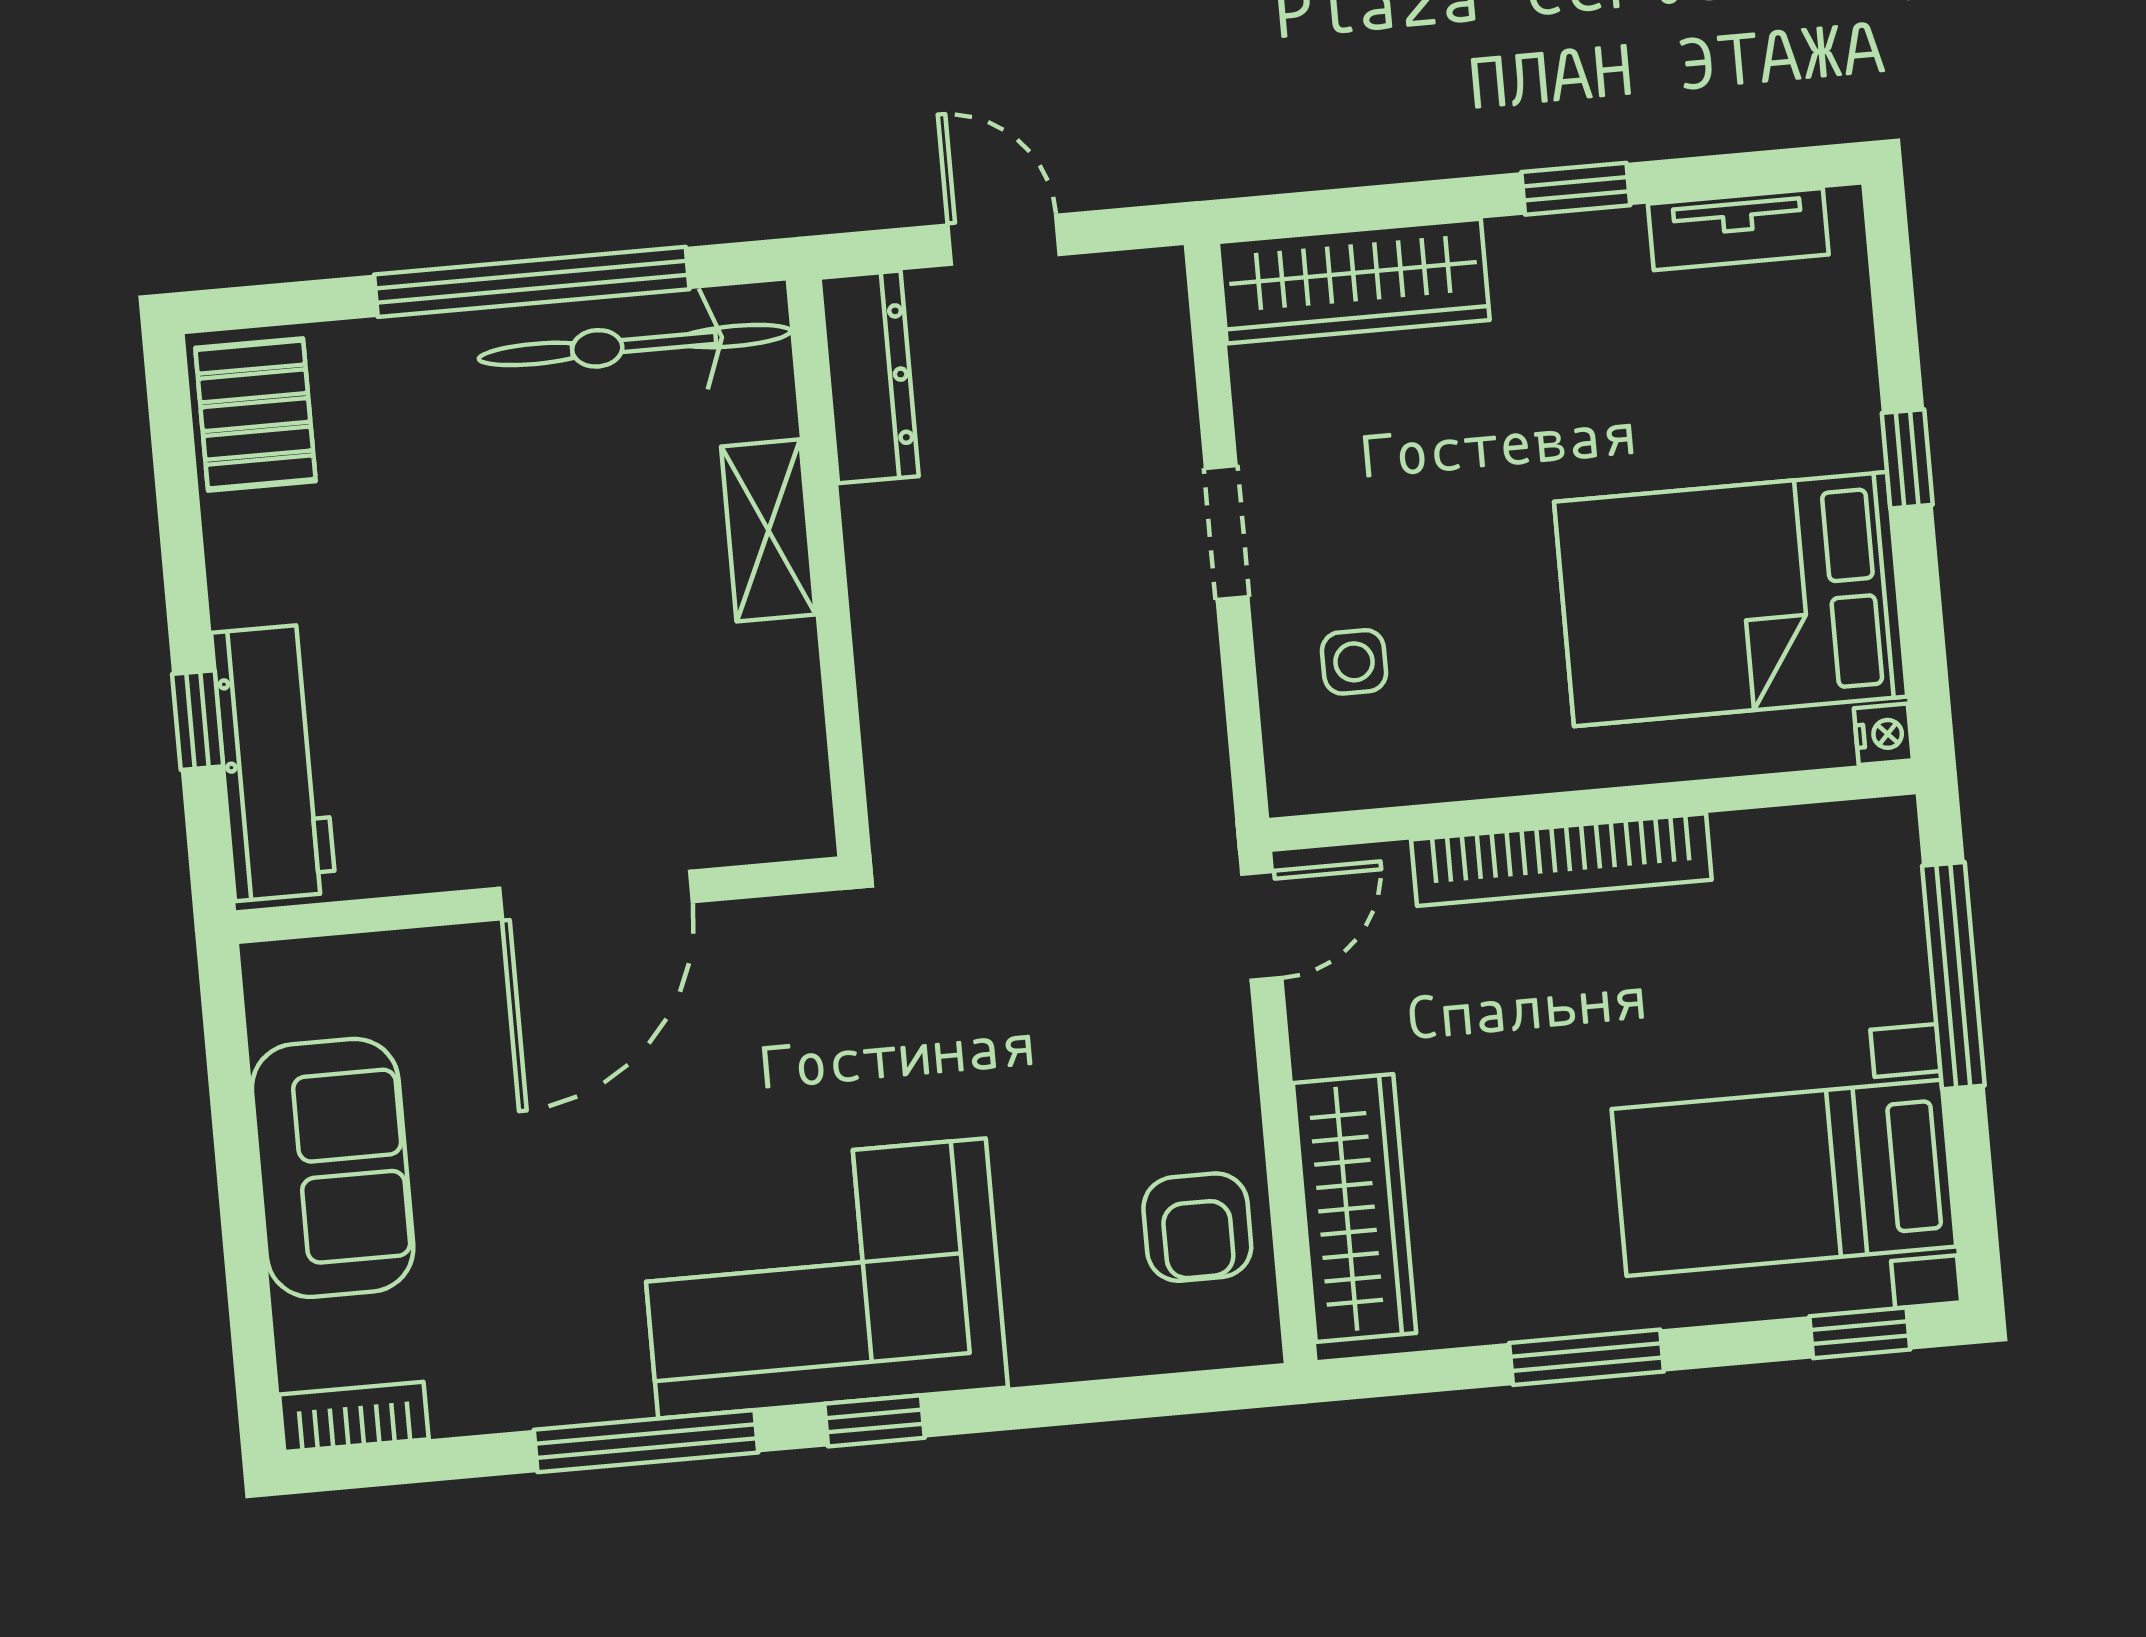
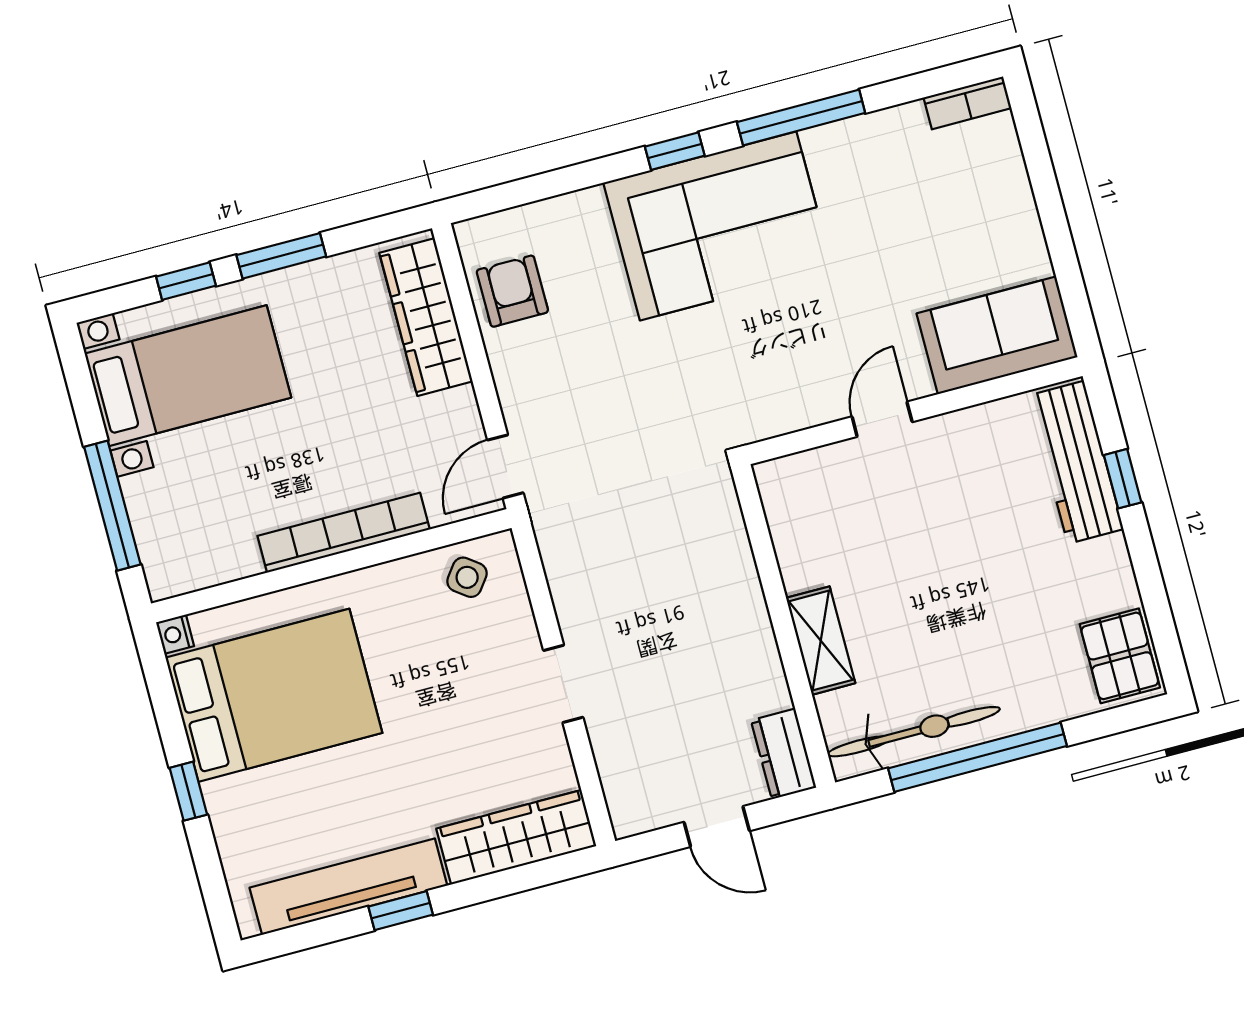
tv unit: (1738, 229) -> (348, 887), width x1.92, depth x1.29
dresser: (869, 377) -> (784, 754), width x0.70
side table: (1354, 662) -> (467, 577), moved, turned 37
door: (596, 895) -> (882, 419), width x0.53
sofa: (333, 1168) -> (997, 335), moved, turned 90
window: (1860, 1333) -> (186, 281), moved

